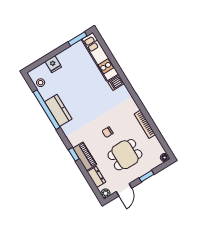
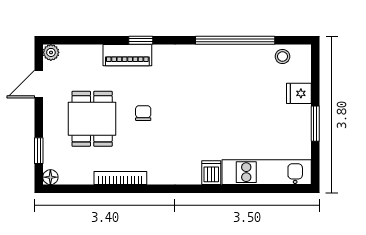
window: (77, 39) -> (315, 124), moved
kitchen counter: (58, 110) -> (223, 58), removed
window: (146, 176) -> (39, 151), moved
dresser: (96, 177) -> (85, 54), removed
door: (124, 190) -> (39, 84), hinge flipped

